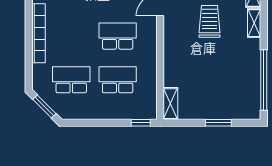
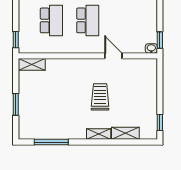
trolley: (209, 21) -> (100, 97), turned -90
window: (264, 80) -> (51, 142), width x0.68

